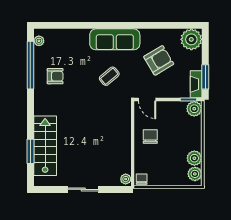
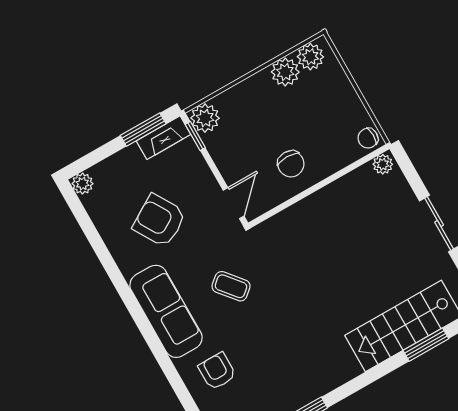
plant: (191, 39) -> (83, 184), width x0.53, depth x0.53
armchair: (55, 76) -> (217, 371), moved
chair: (150, 136) -> (291, 164), turned -90

